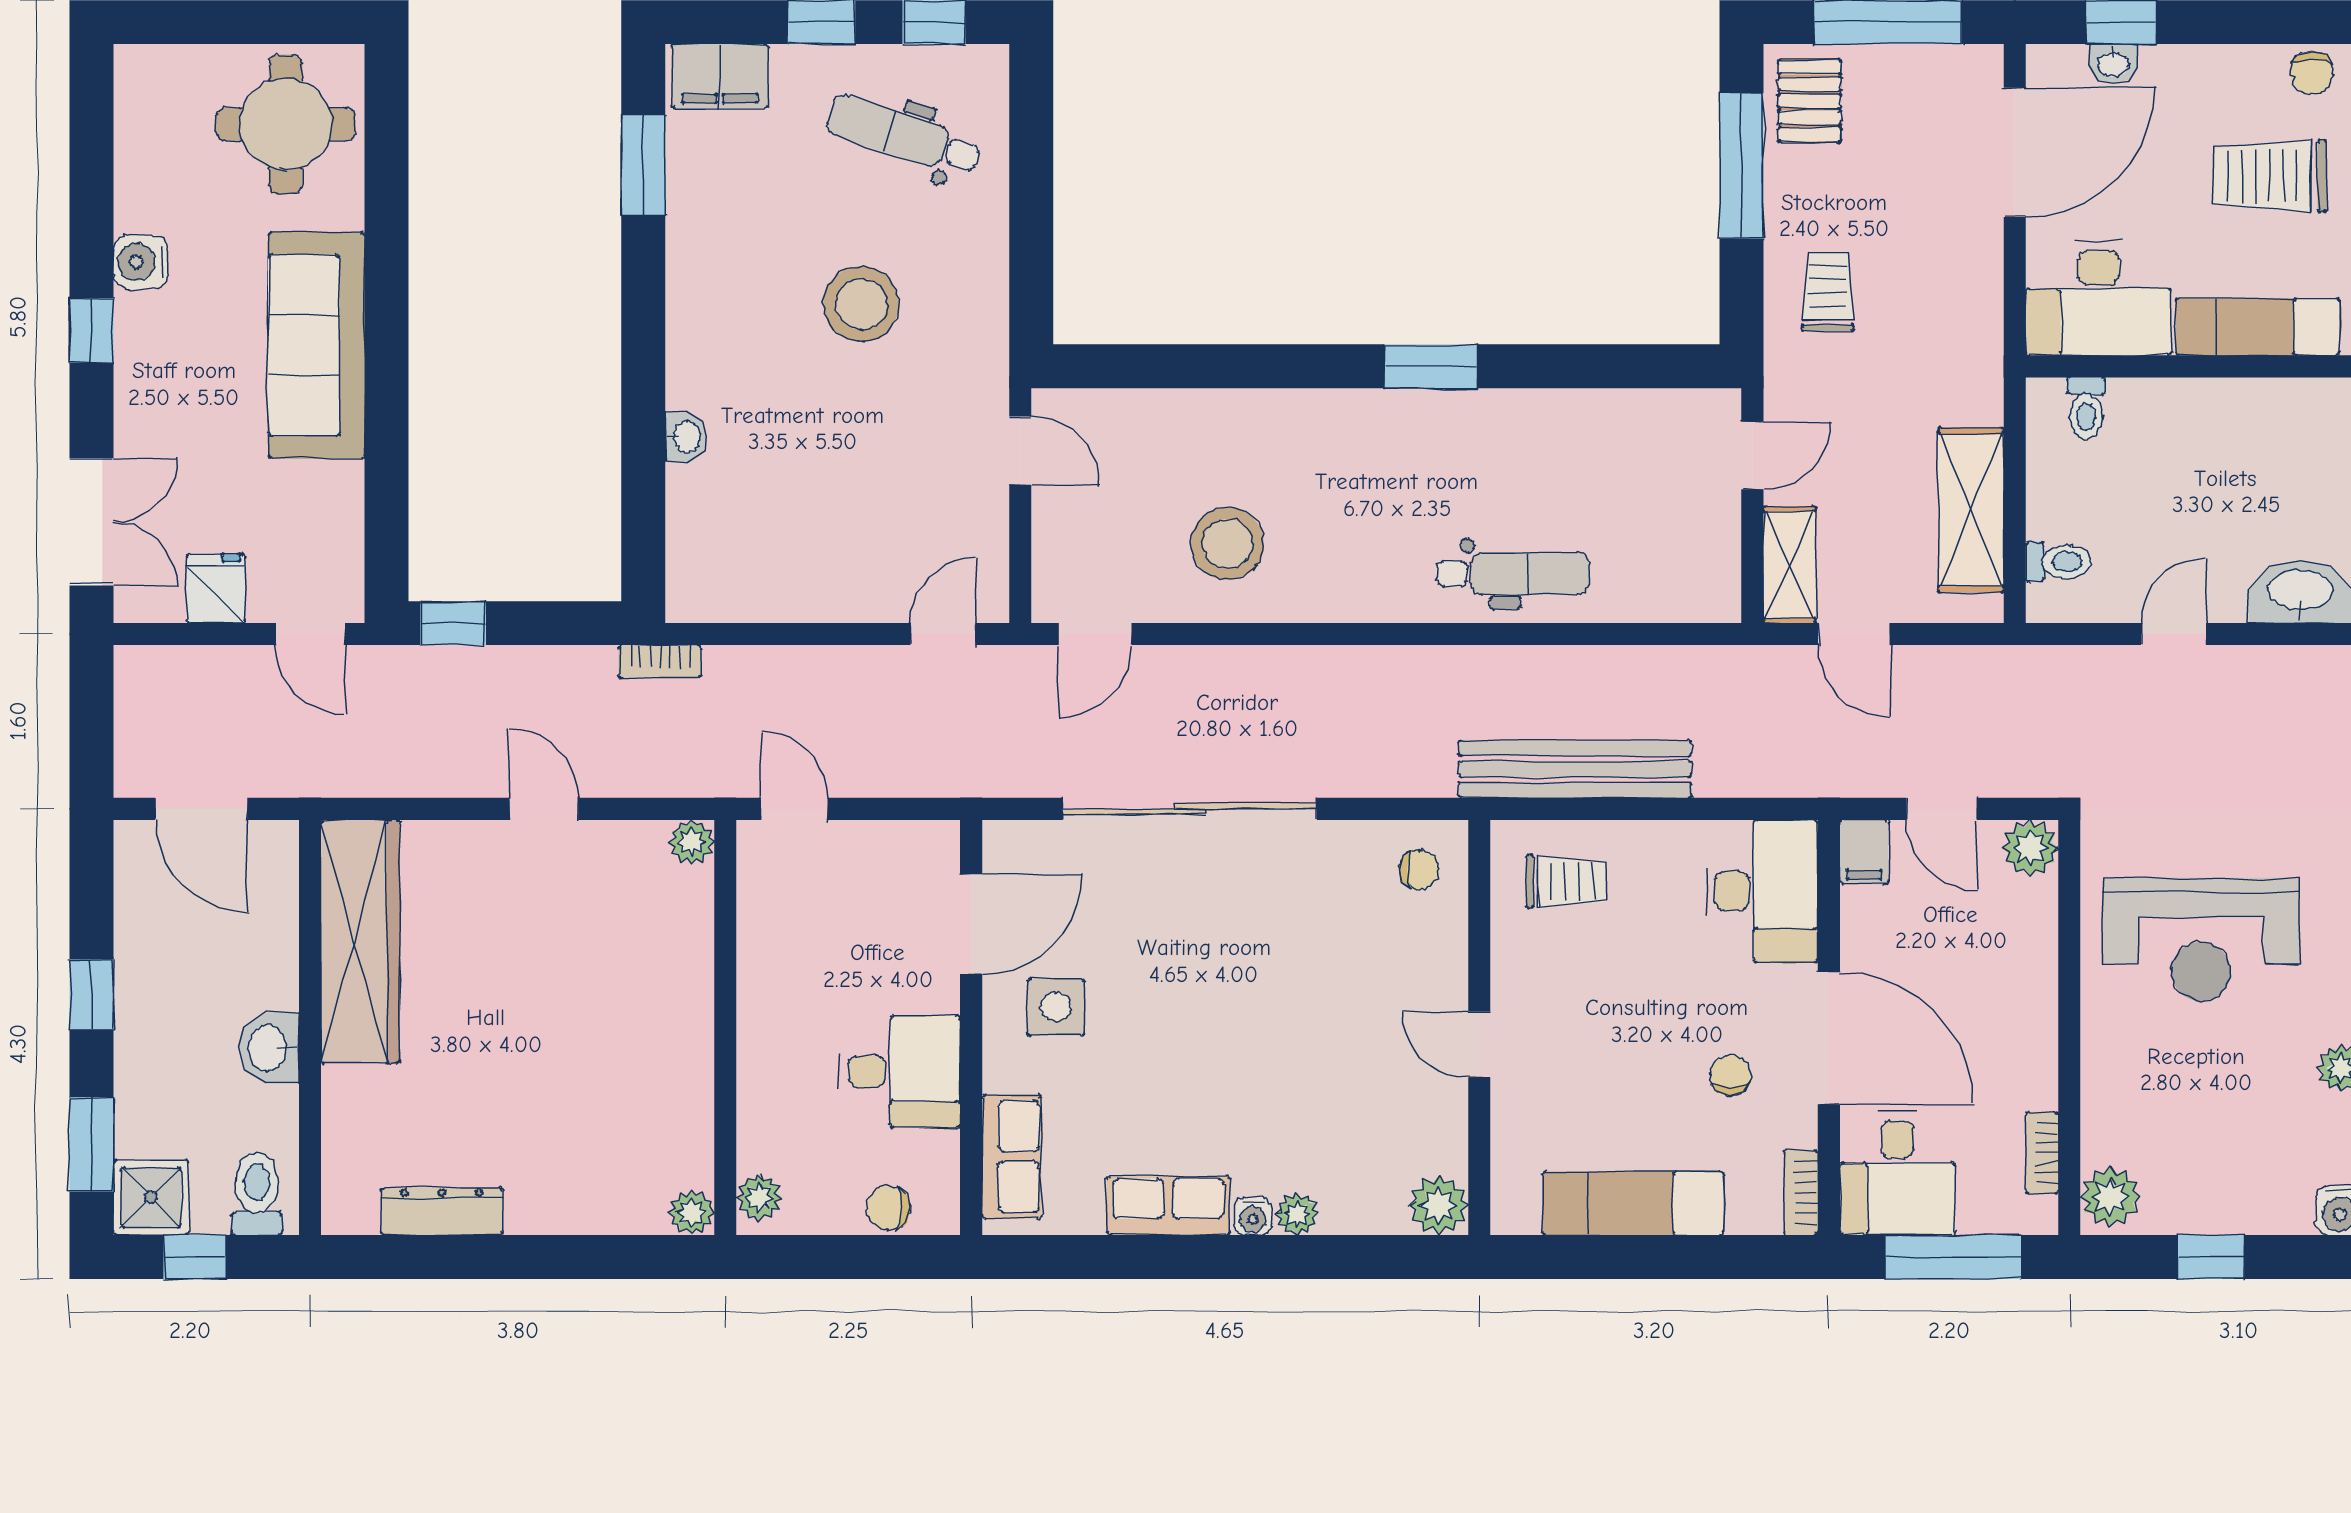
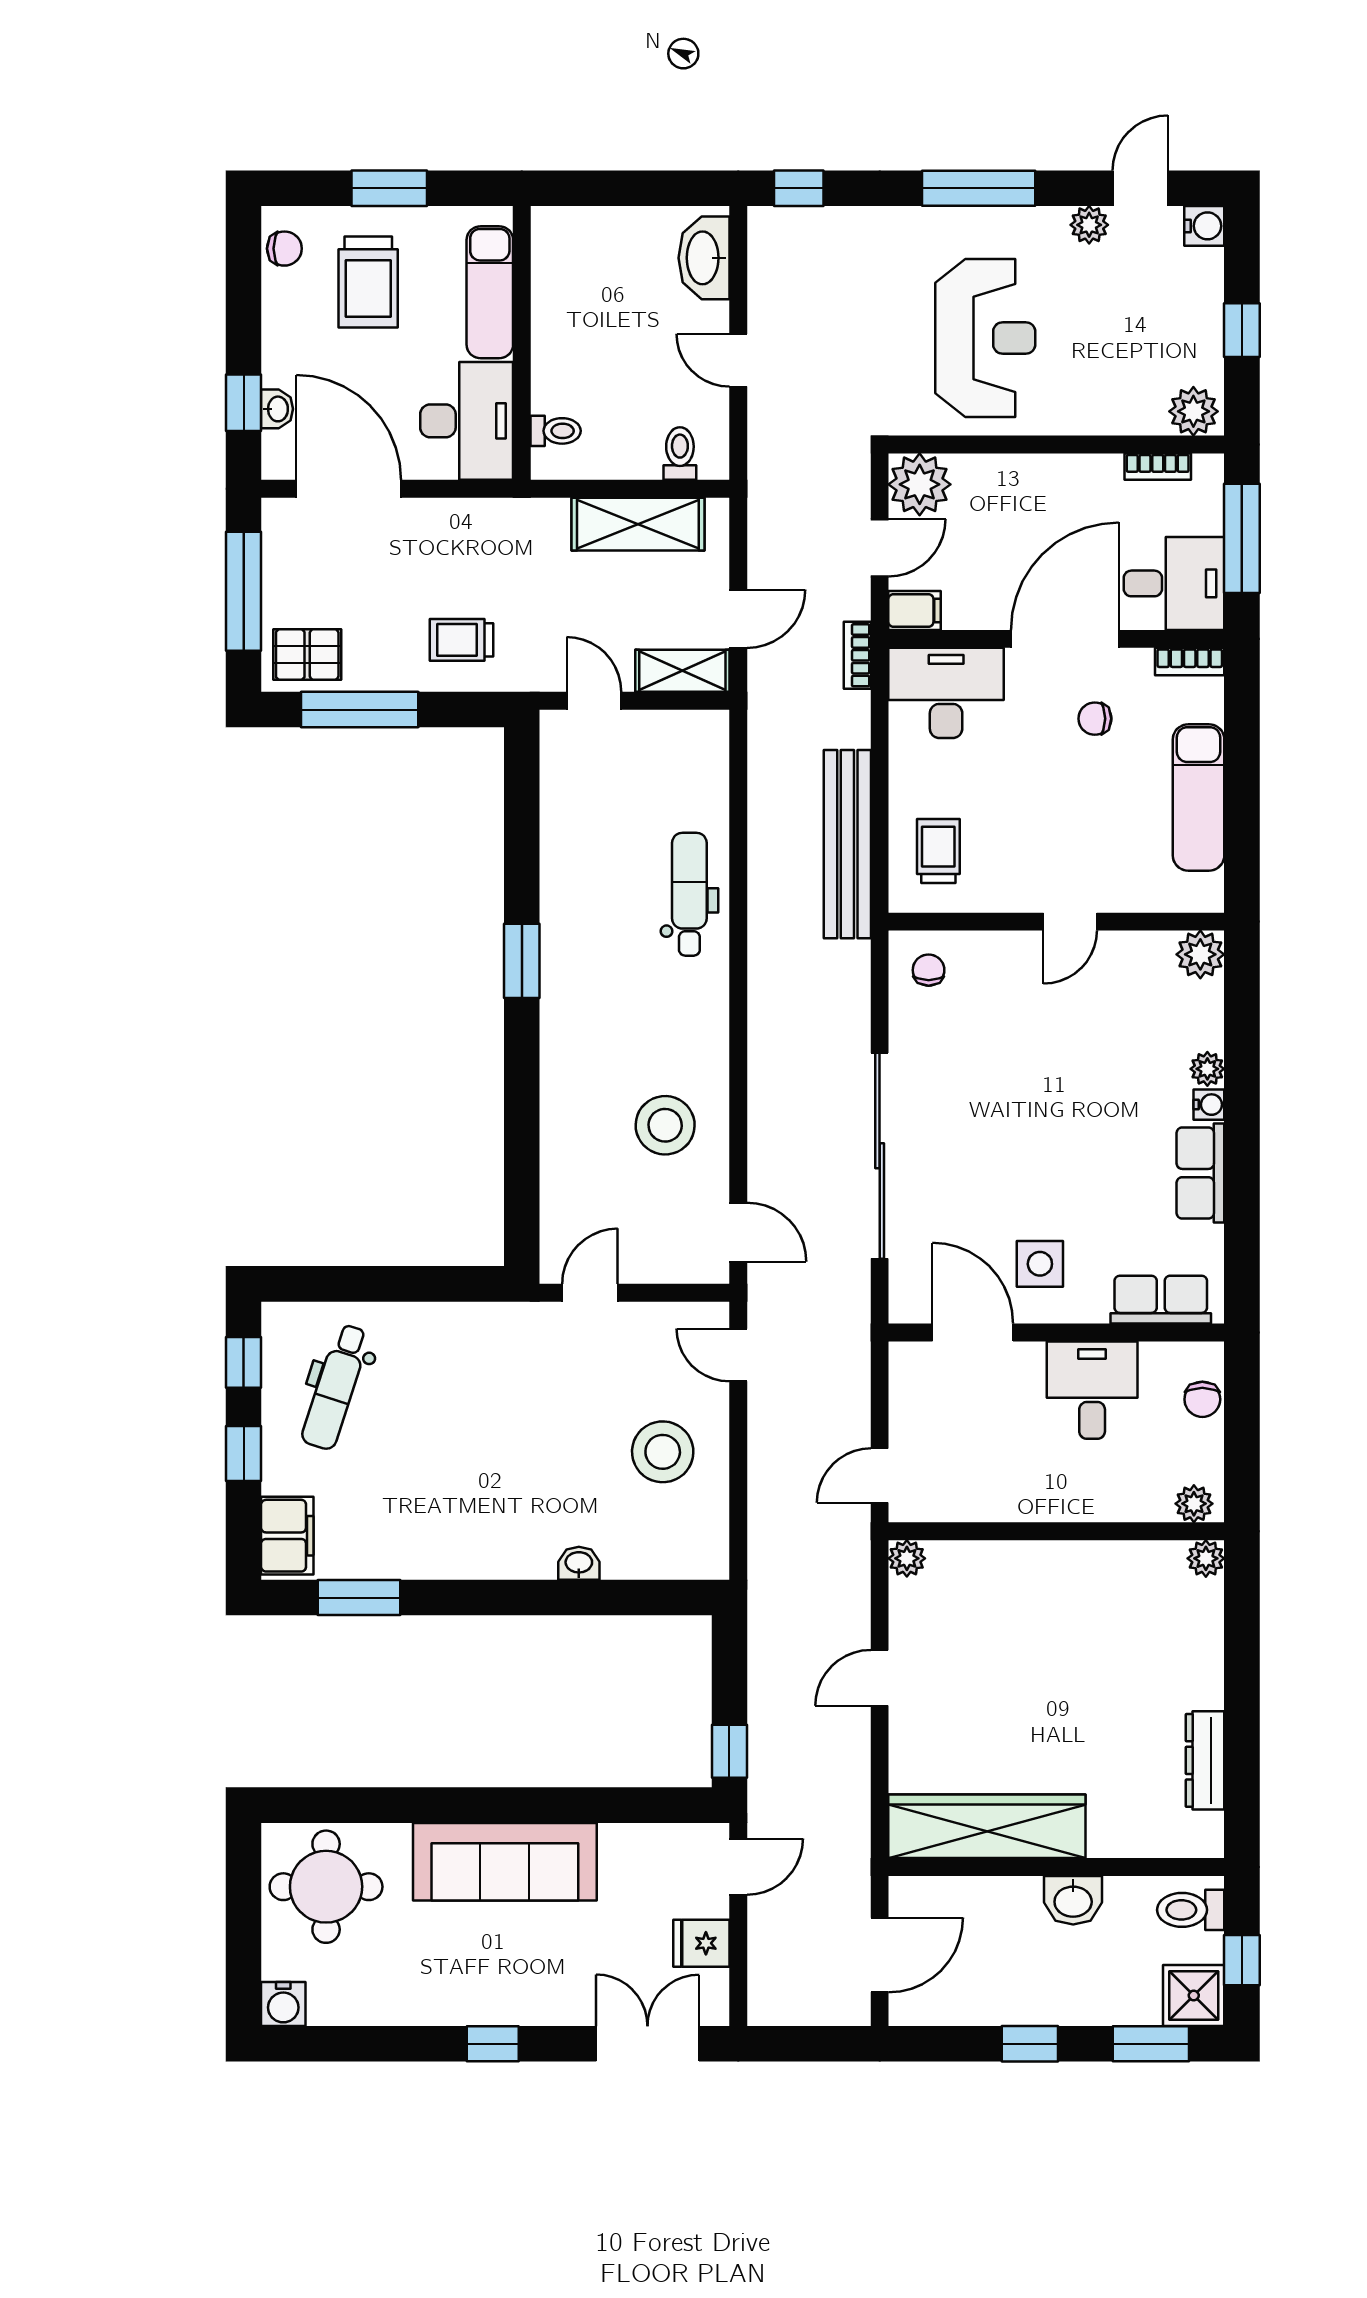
water cooler: (141, 262) -> (283, 2004), moved
stool: (861, 304) -> (663, 1452), moved
bookcase: (660, 662) -> (857, 655), moved, turned 180
plant: (2030, 848) -> (920, 484), width x1.36, depth x1.36

